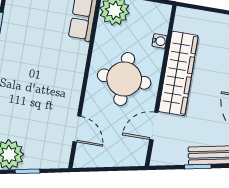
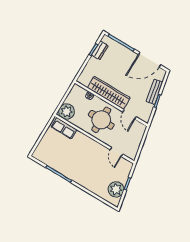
door: (77, 129) -> (116, 152), swing flipped

